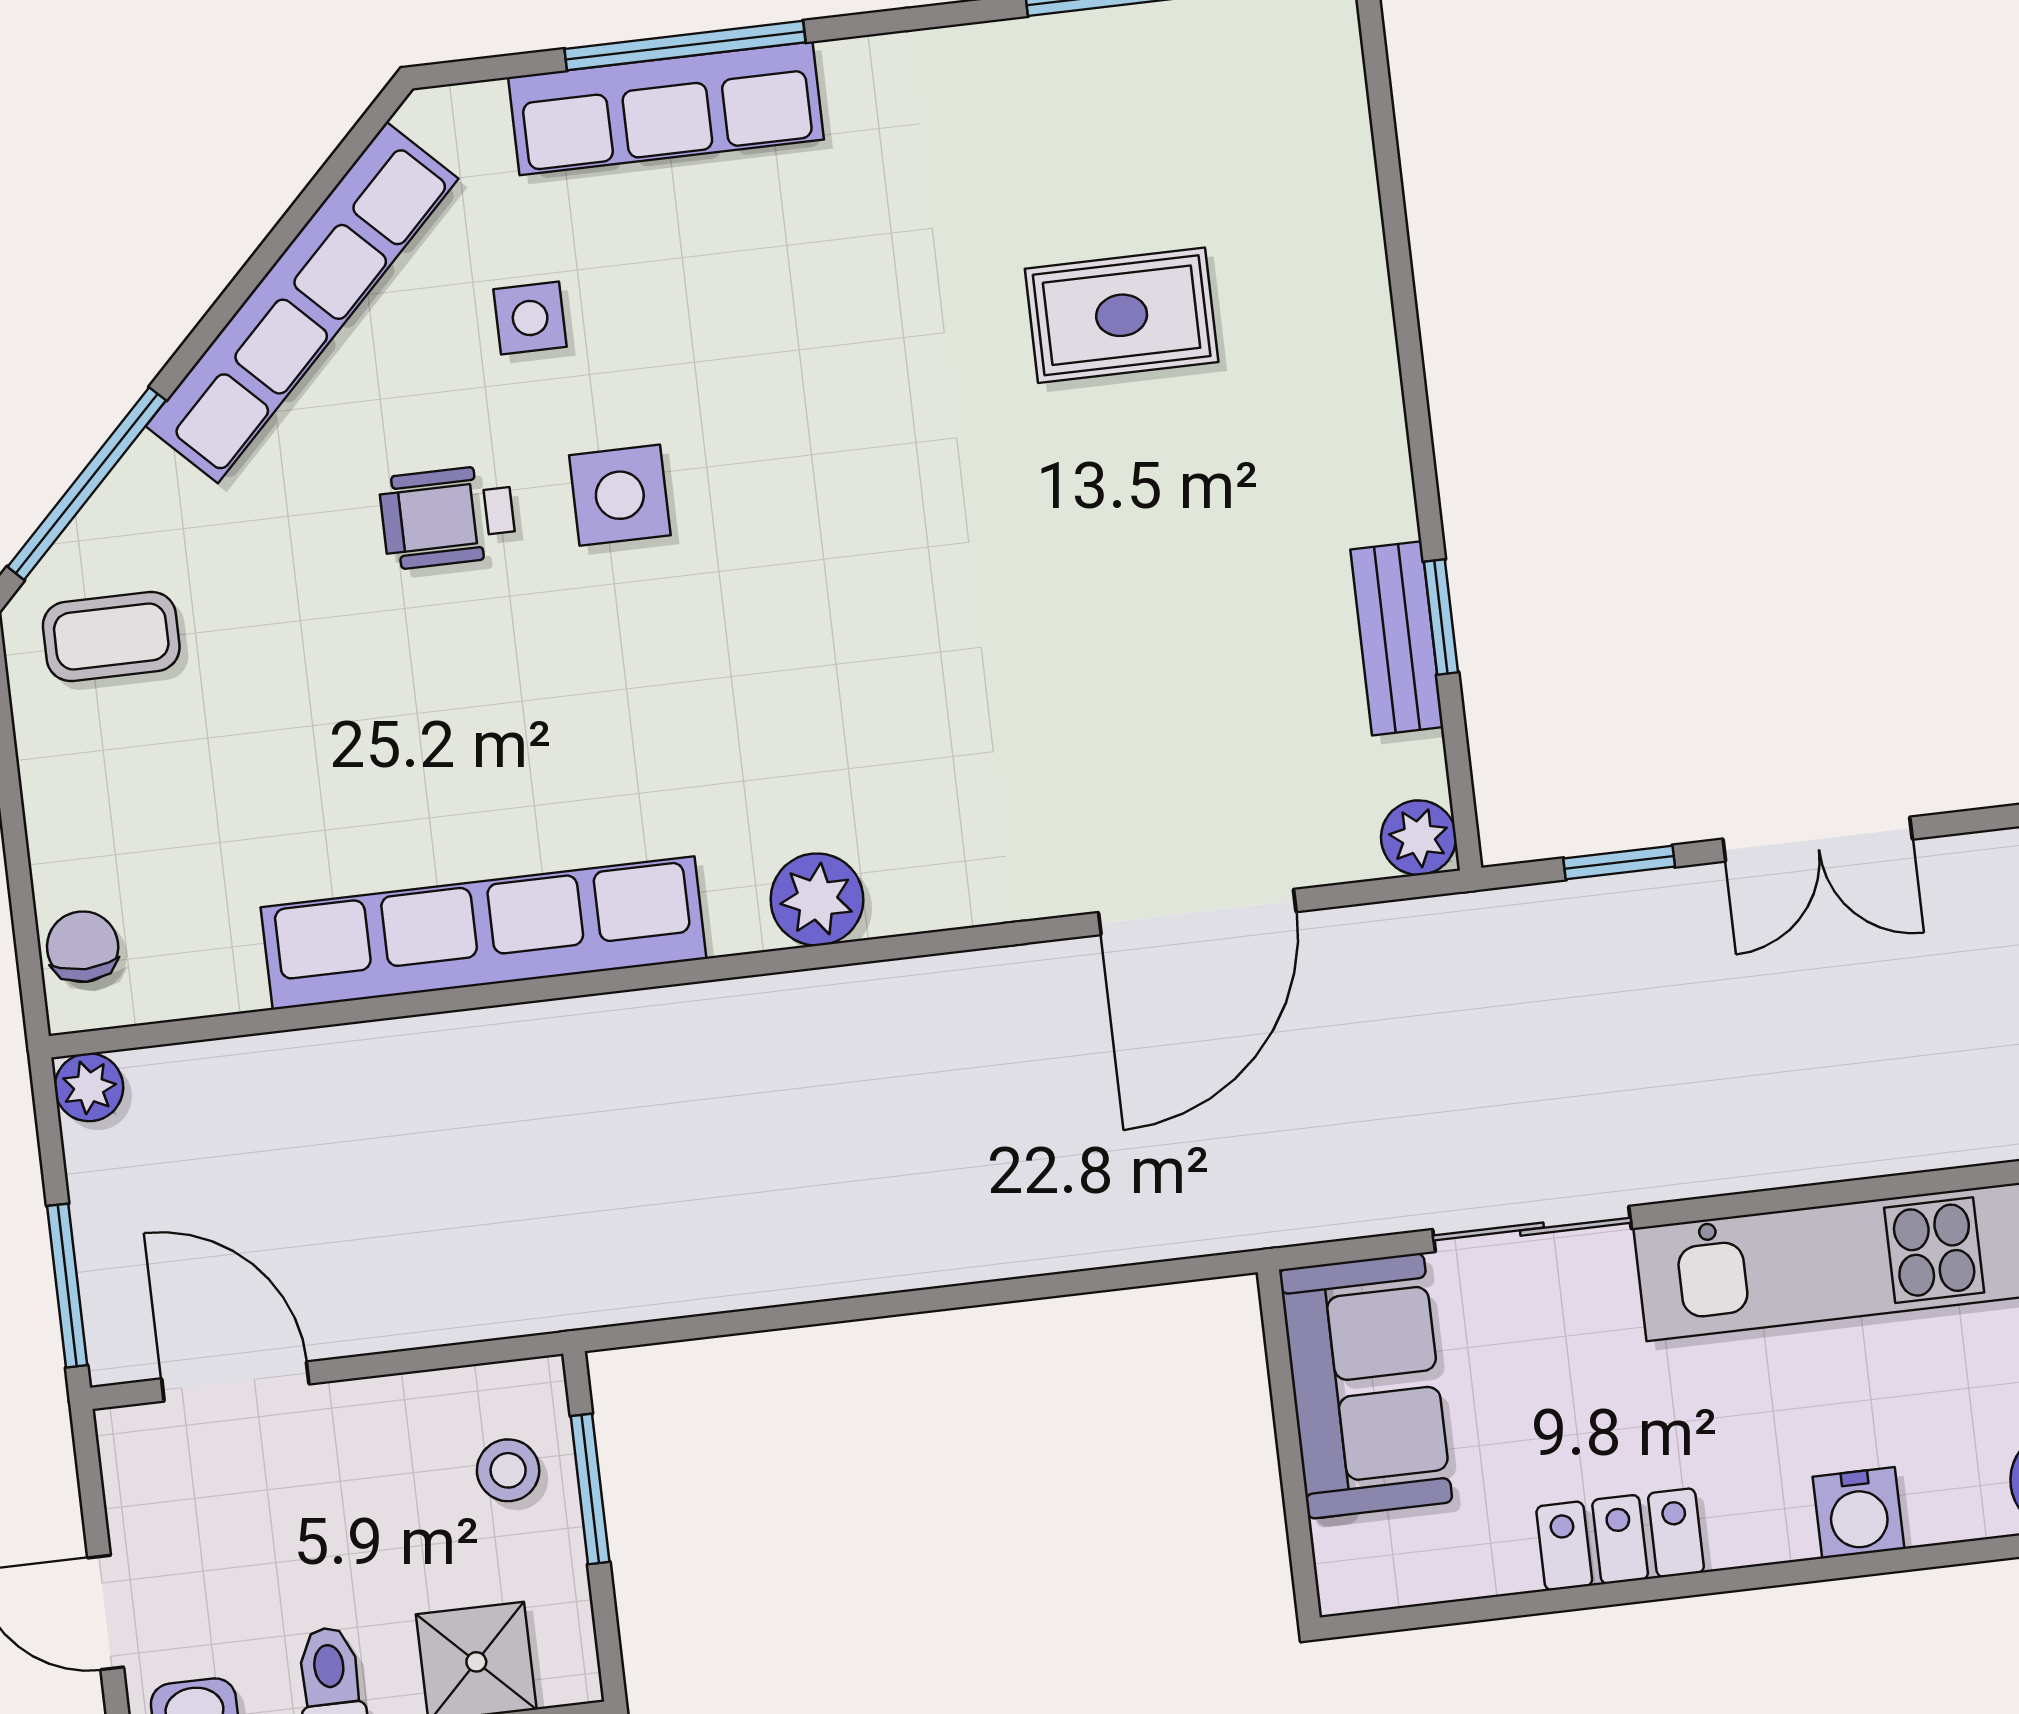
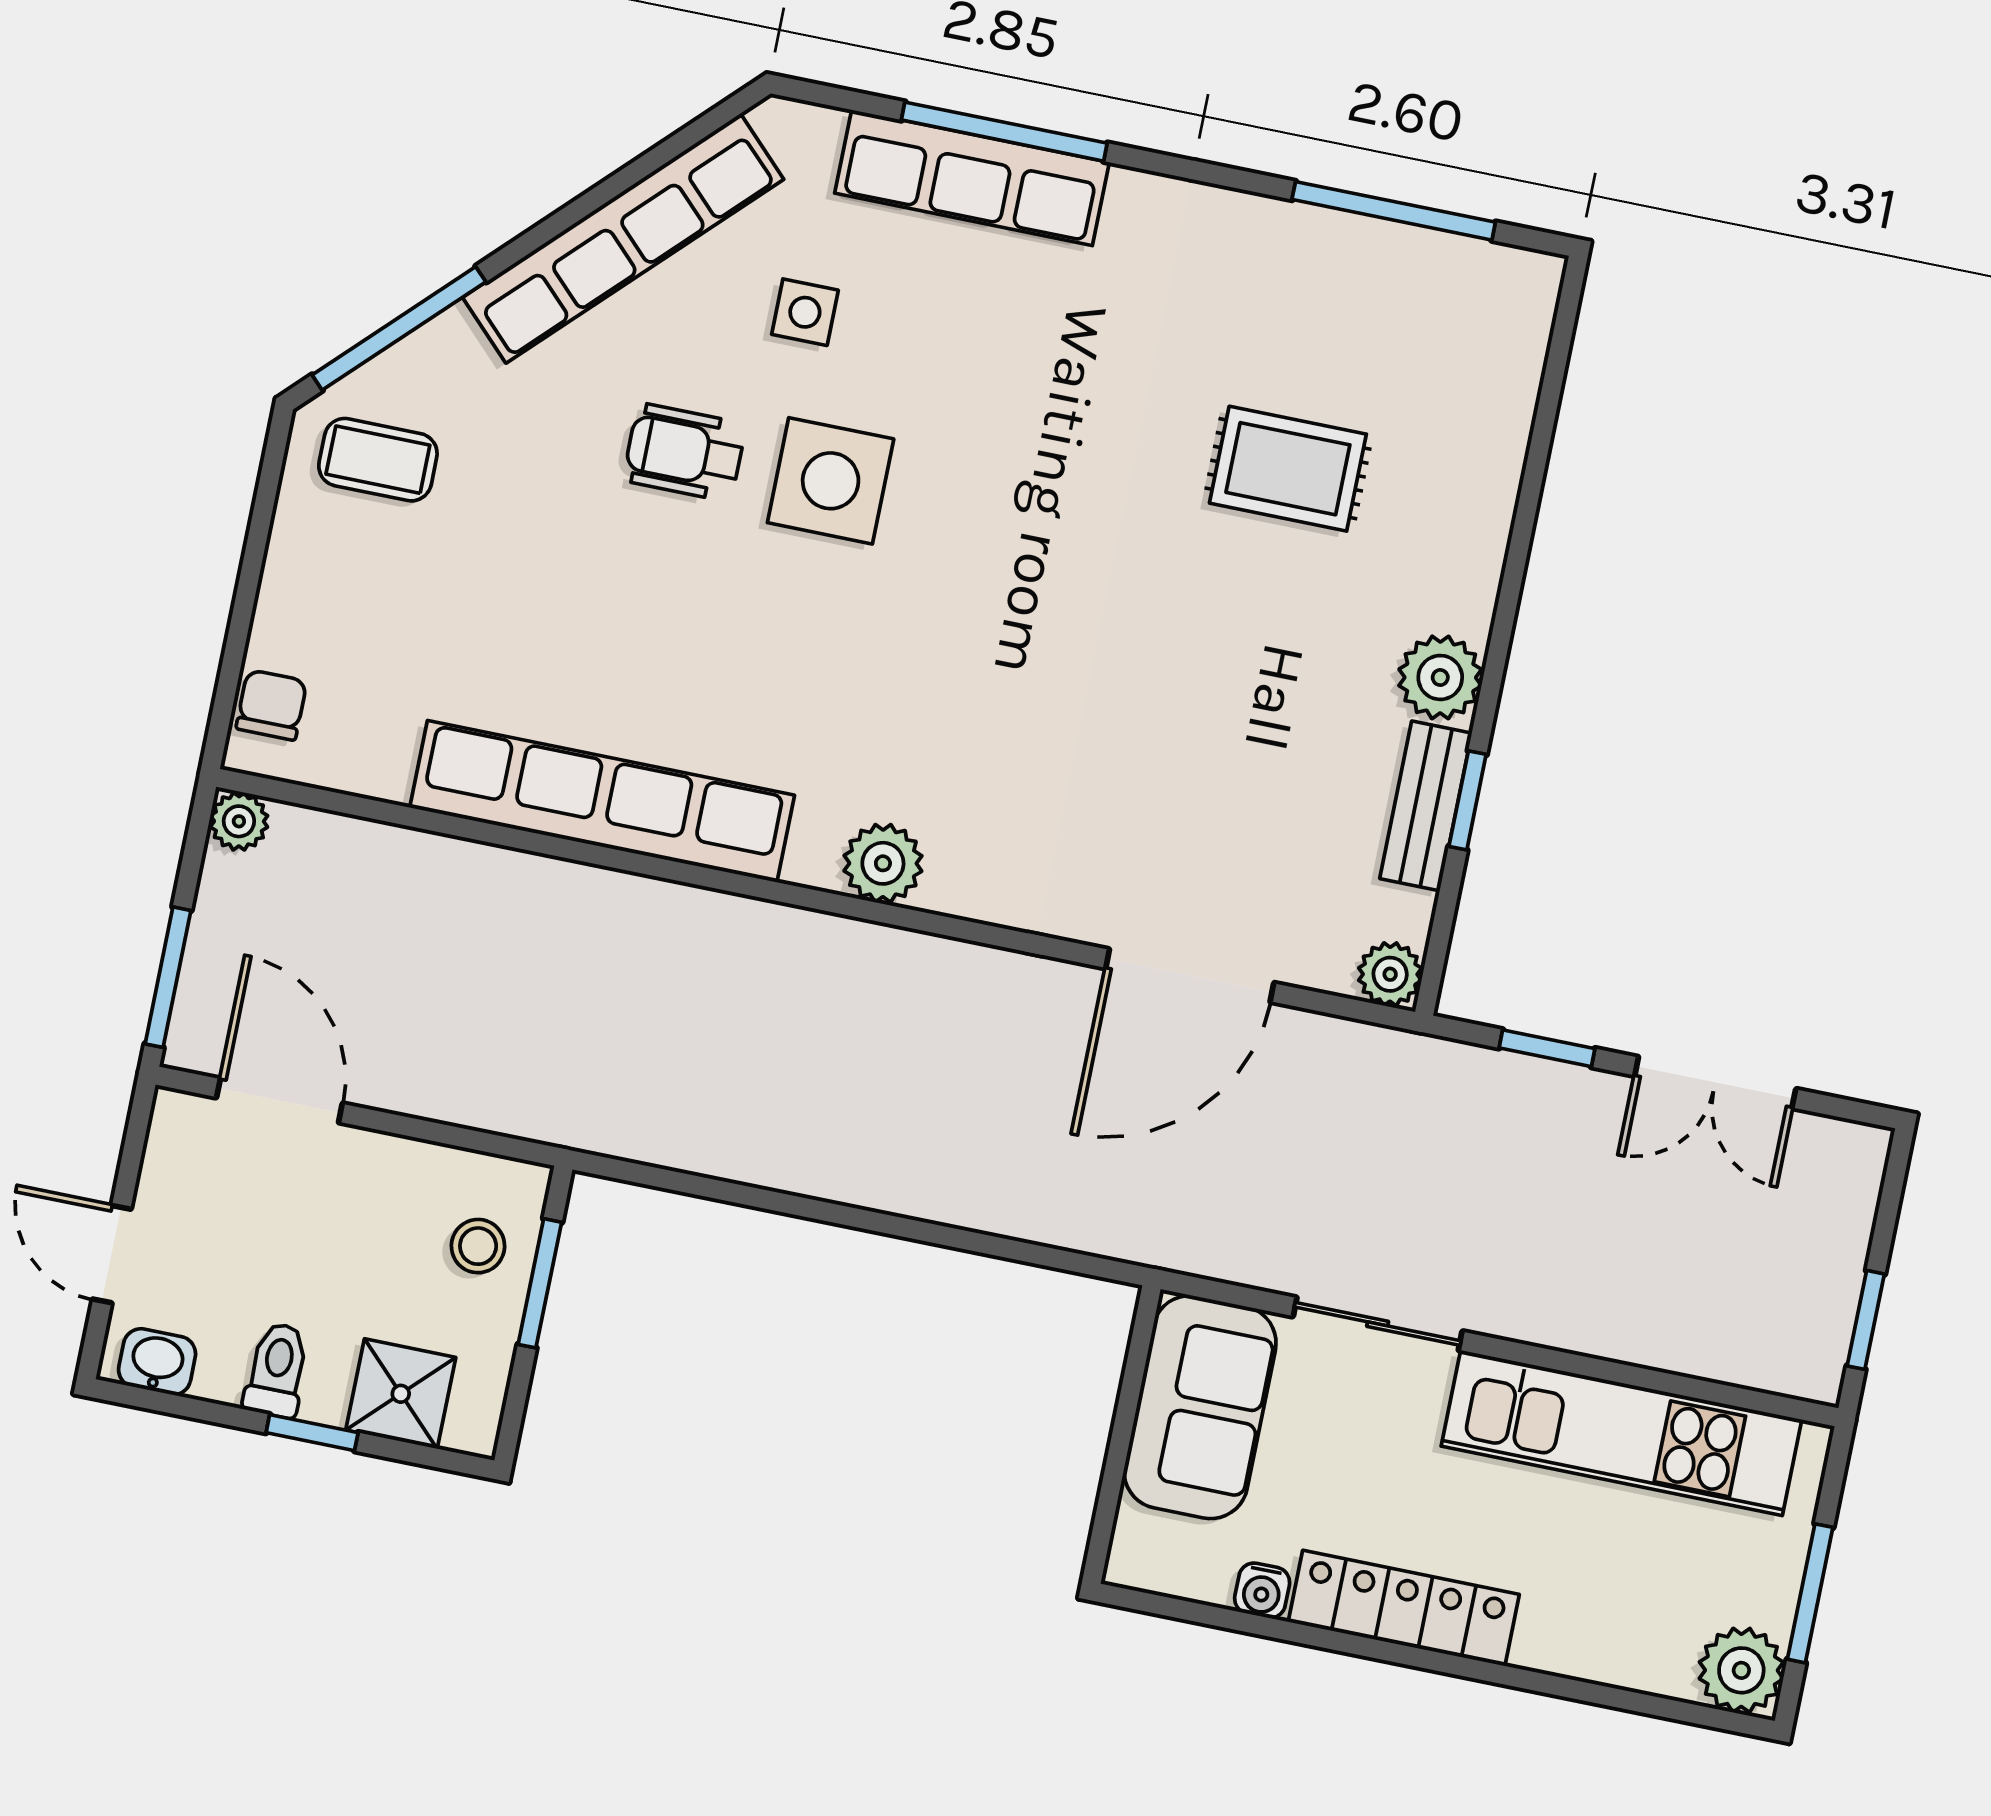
plant: (1366, 491) -> (1440, 677), added
side table: (620, 495) -> (831, 481), width x1.37, depth x1.37
water cooler: (1859, 1513) -> (1262, 1591), moved, width x0.72, depth x0.72
locker: (1620, 1539) -> (1404, 1608), width x1.53

